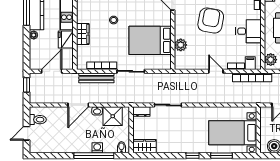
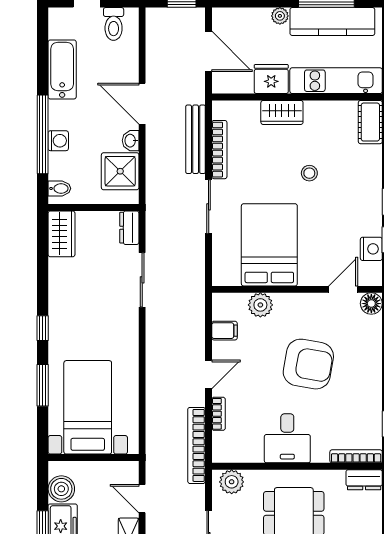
filing cabinet: (250, 63) -> (224, 331), moved
bathtub: (61, 146) -> (62, 69), added

